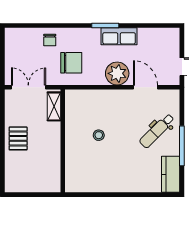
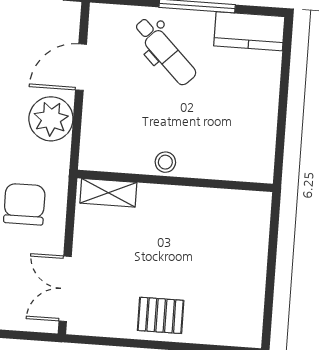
shelving: (54, 106) -> (108, 193), moved
wall: (63, 141) -> (175, 181), moved

